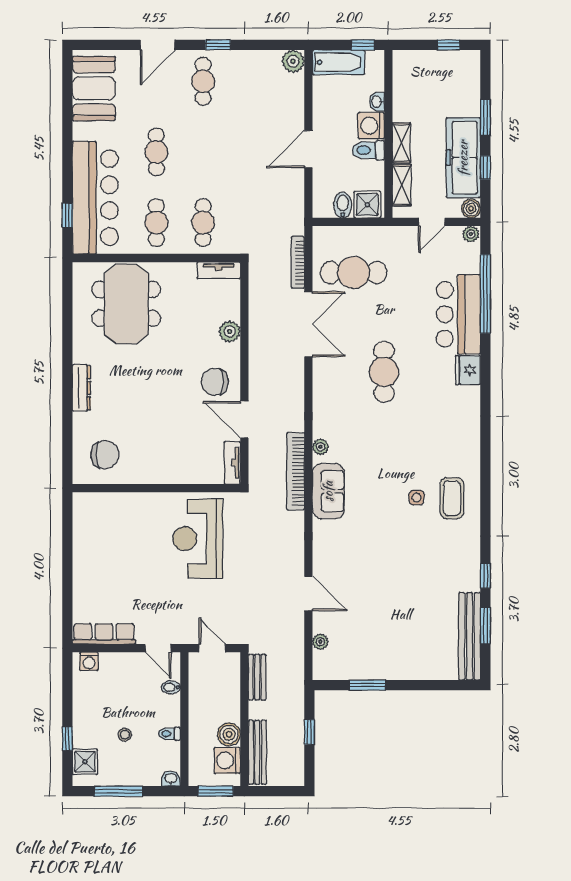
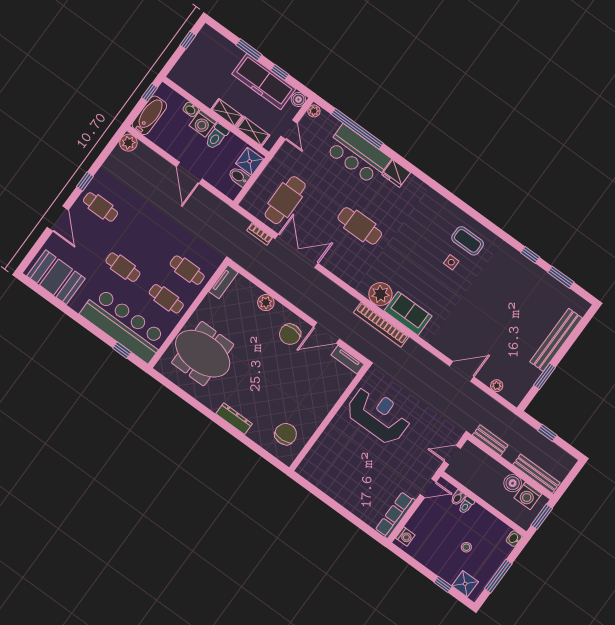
bookcase: (298, 262) -> (260, 234), width x0.64
plant: (320, 447) -> (380, 294), width x1.88, depth x1.88
reception desk: (198, 539) -> (379, 415), turned 180
bench: (470, 636) -> (556, 340), moved, turned 90
toilet: (169, 734) -> (466, 505), moved

